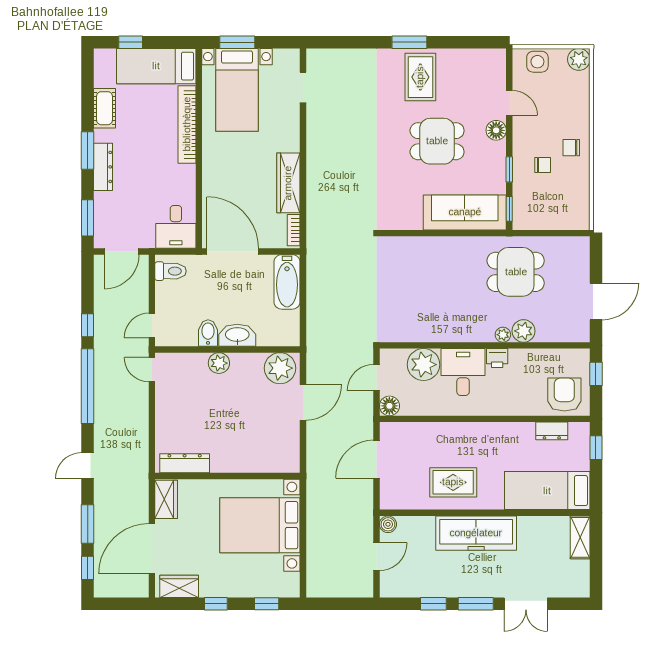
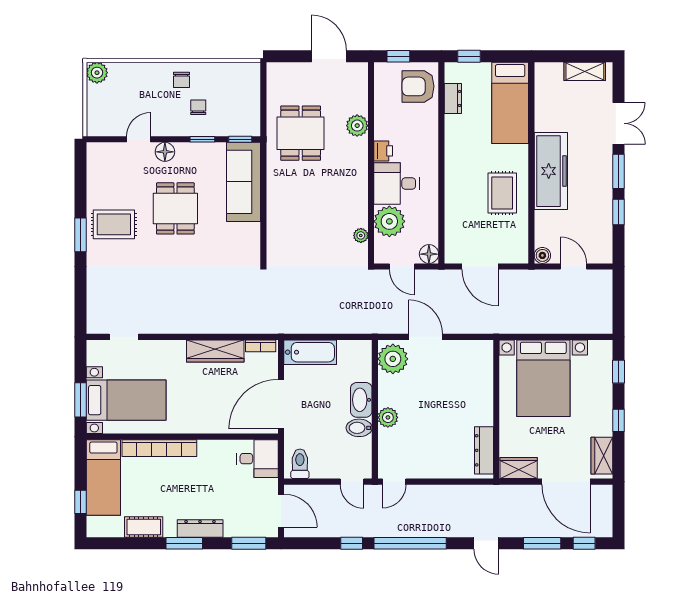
side table: (537, 62) -> (99, 112), removed
plant: (503, 335) -> (361, 235), moved
shelving: (580, 537) -> (585, 71), moved

